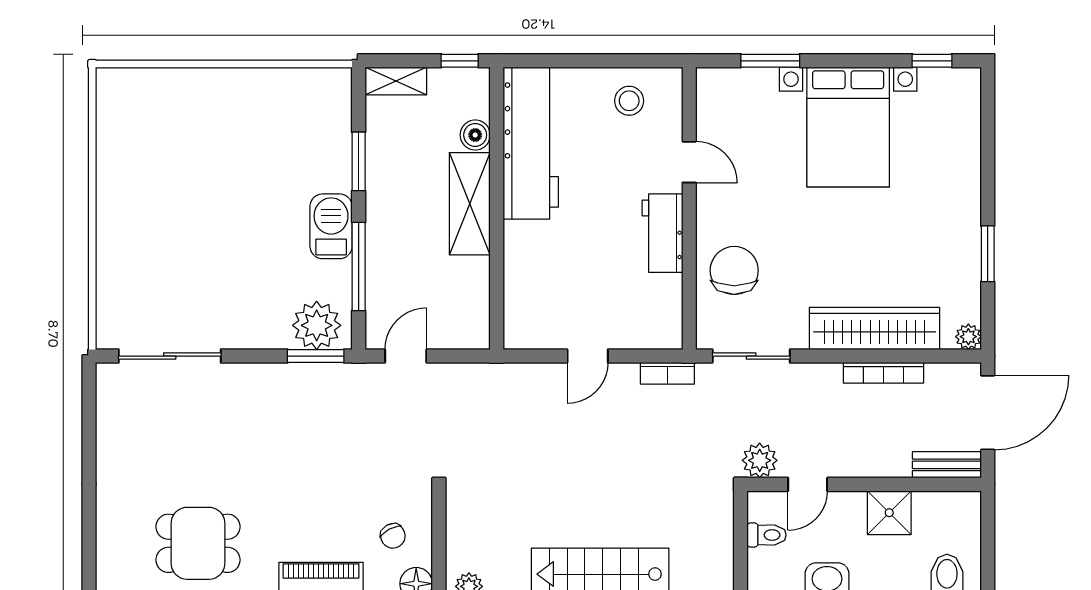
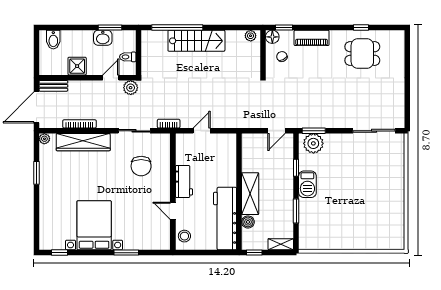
door: (689, 162) -> (173, 211), moved
wall: (689, 208) -> (173, 192), moved
workbench: (662, 233) -> (184, 181), moved
window: (359, 266) -> (296, 168), width x0.46

